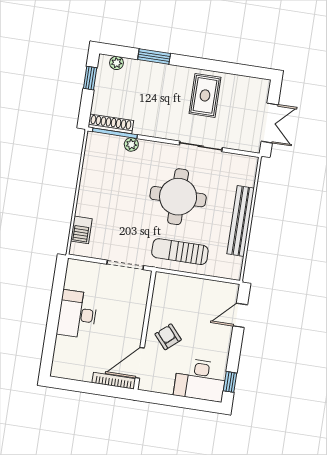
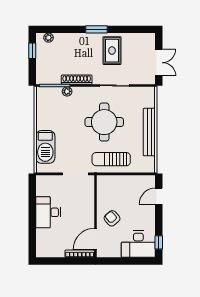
window: (154, 56) -> (96, 29), moved
shoe rack: (111, 124) -> (77, 80), moved
barbecue: (81, 230) -> (45, 147), width x1.88, depth x1.53

